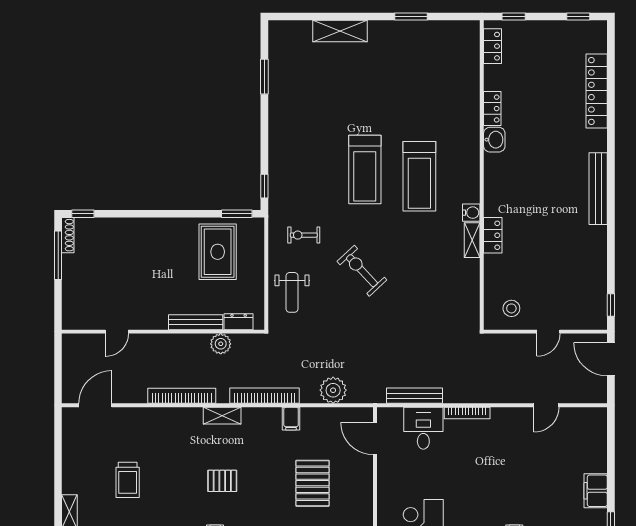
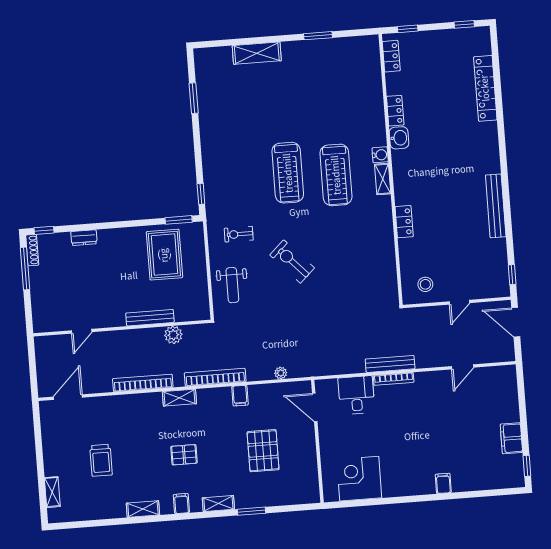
bench: (598, 189) -> (496, 206), moved
water cooler: (471, 213) -> (380, 155), moved
shelving: (472, 240) -> (383, 179), moved
dresser: (239, 322) -> (84, 238), moved, turned 180
plant: (333, 390) -> (281, 373), width x0.53, depth x0.53
bench: (415, 396) -> (390, 364), moved

